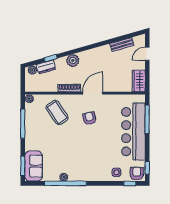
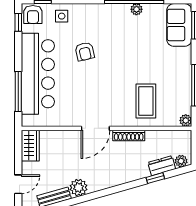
plant: (73, 60) -> (79, 188), moved
coffee table: (57, 113) -> (146, 101), turned 35
armchair: (90, 118) -> (85, 51), moved

